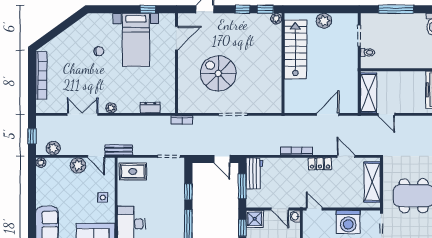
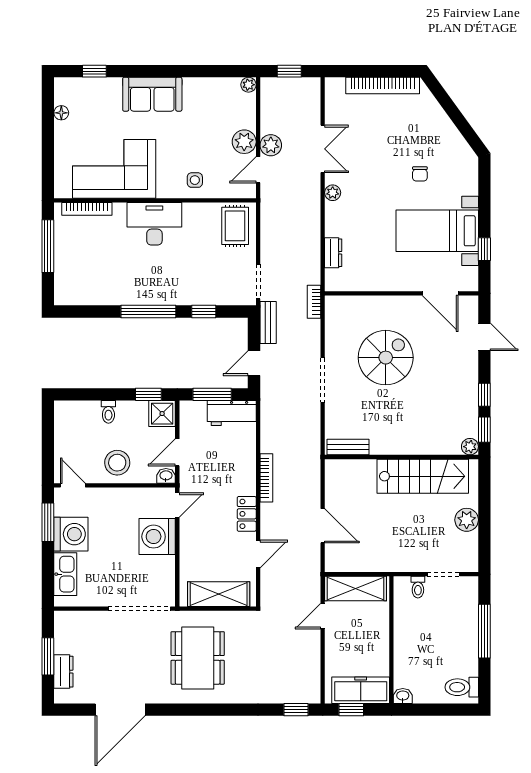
bench: (276, 98) -> (348, 447), added
plant: (53, 148) -> (271, 145), moved
bench: (119, 150) -> (268, 323), moved
washing machine: (348, 222) -> (157, 537), moved

